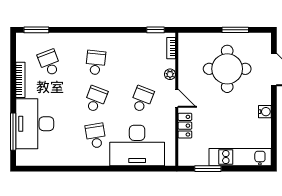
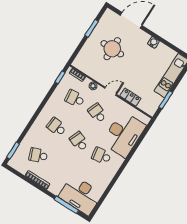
school desk: (142, 63) -> (75, 99), added
round table: (227, 69) -> (112, 49), width x0.73, depth x0.73
desk: (35, 124) -> (80, 195), moved

